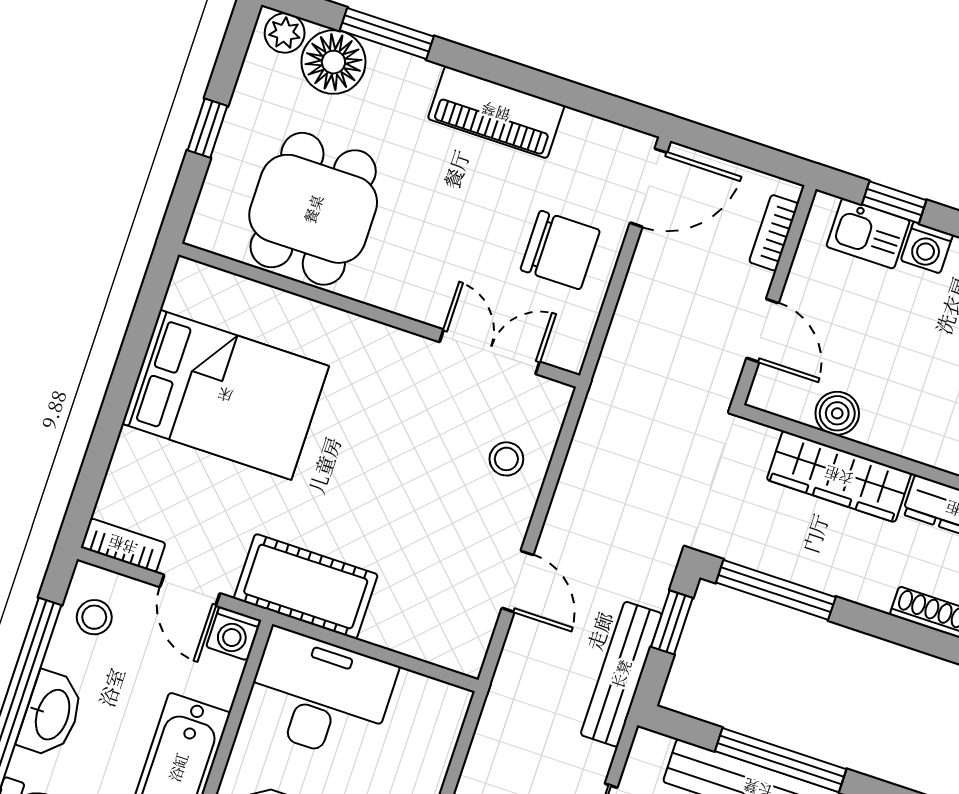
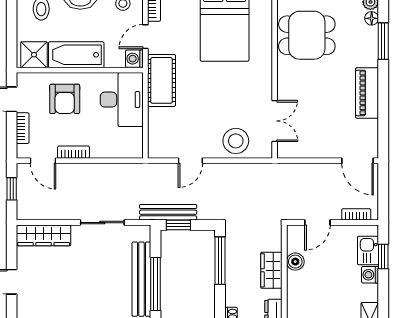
floor lamp: (333, 62) -> (372, 18), width x0.53, depth x0.53
chair: (560, 250) -> (322, 135), removed
stool: (506, 459) -> (236, 141), width x1.89, depth x1.89
wardrobe: (839, 476) -> (271, 270), width x0.67
window: (672, 622) -> (178, 225), moved

